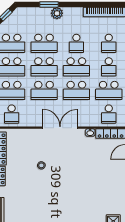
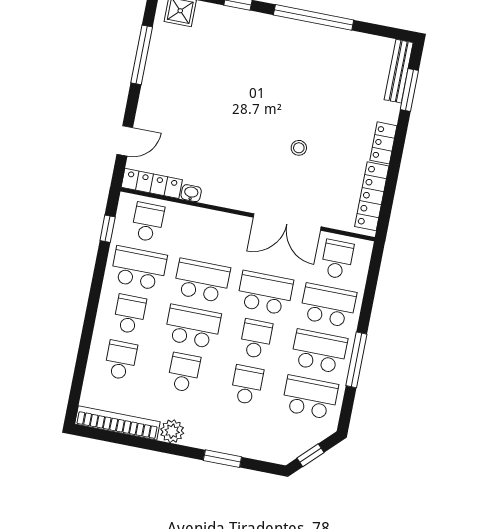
plant: (57, 13) -> (172, 431), moved
school desk: (44, 43) -> (247, 385), width x0.54
school desk: (44, 67) -> (256, 339), width x0.54
double door: (60, 128) -> (287, 222), moved

